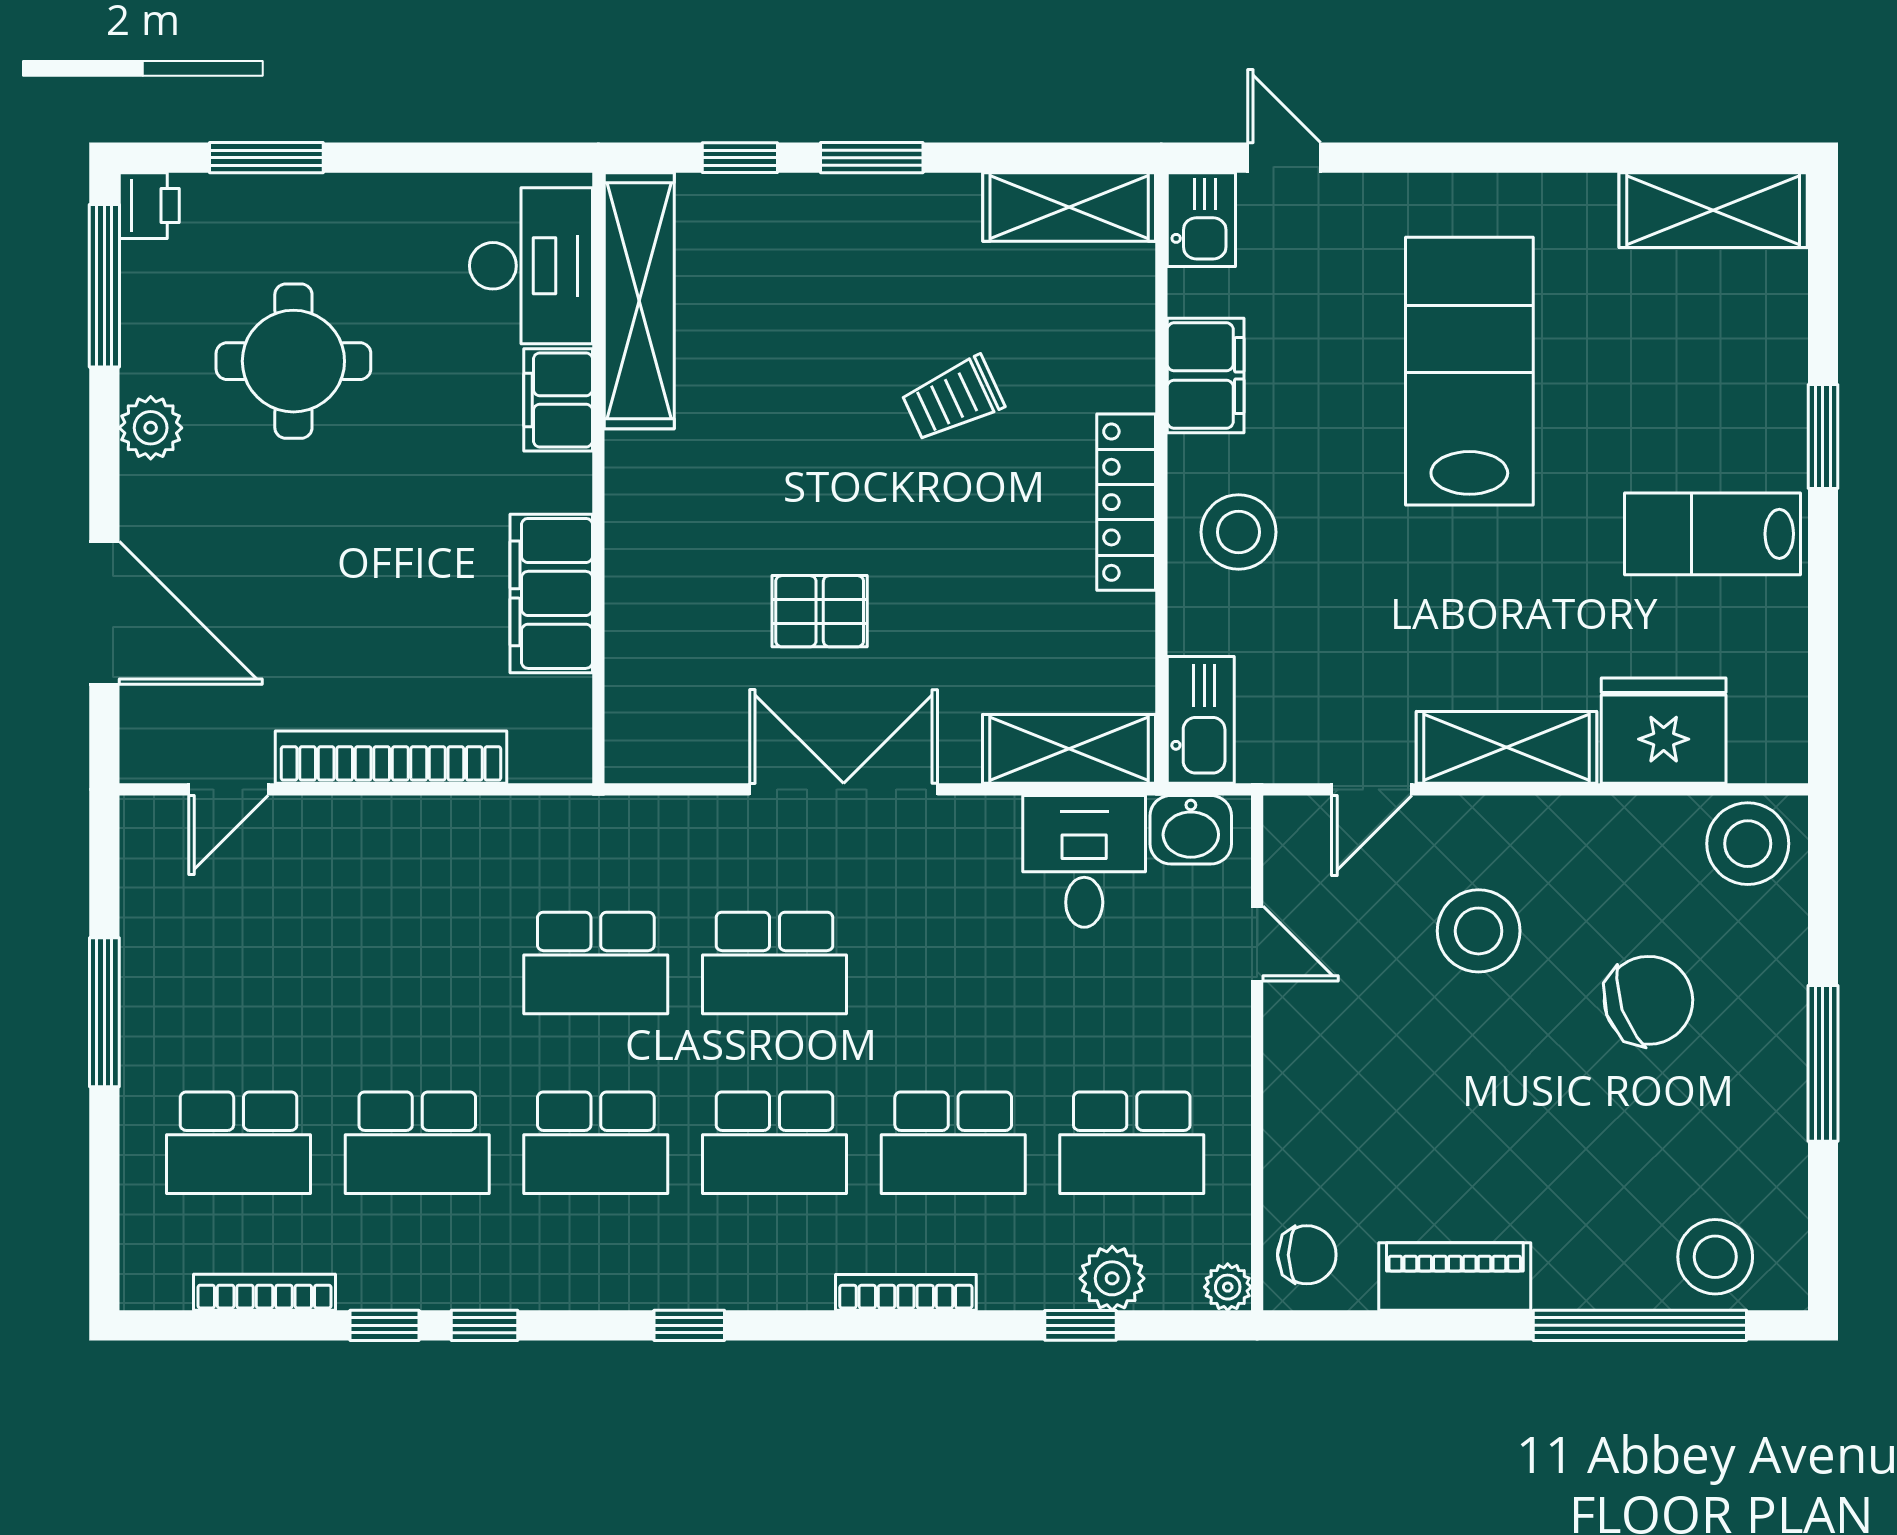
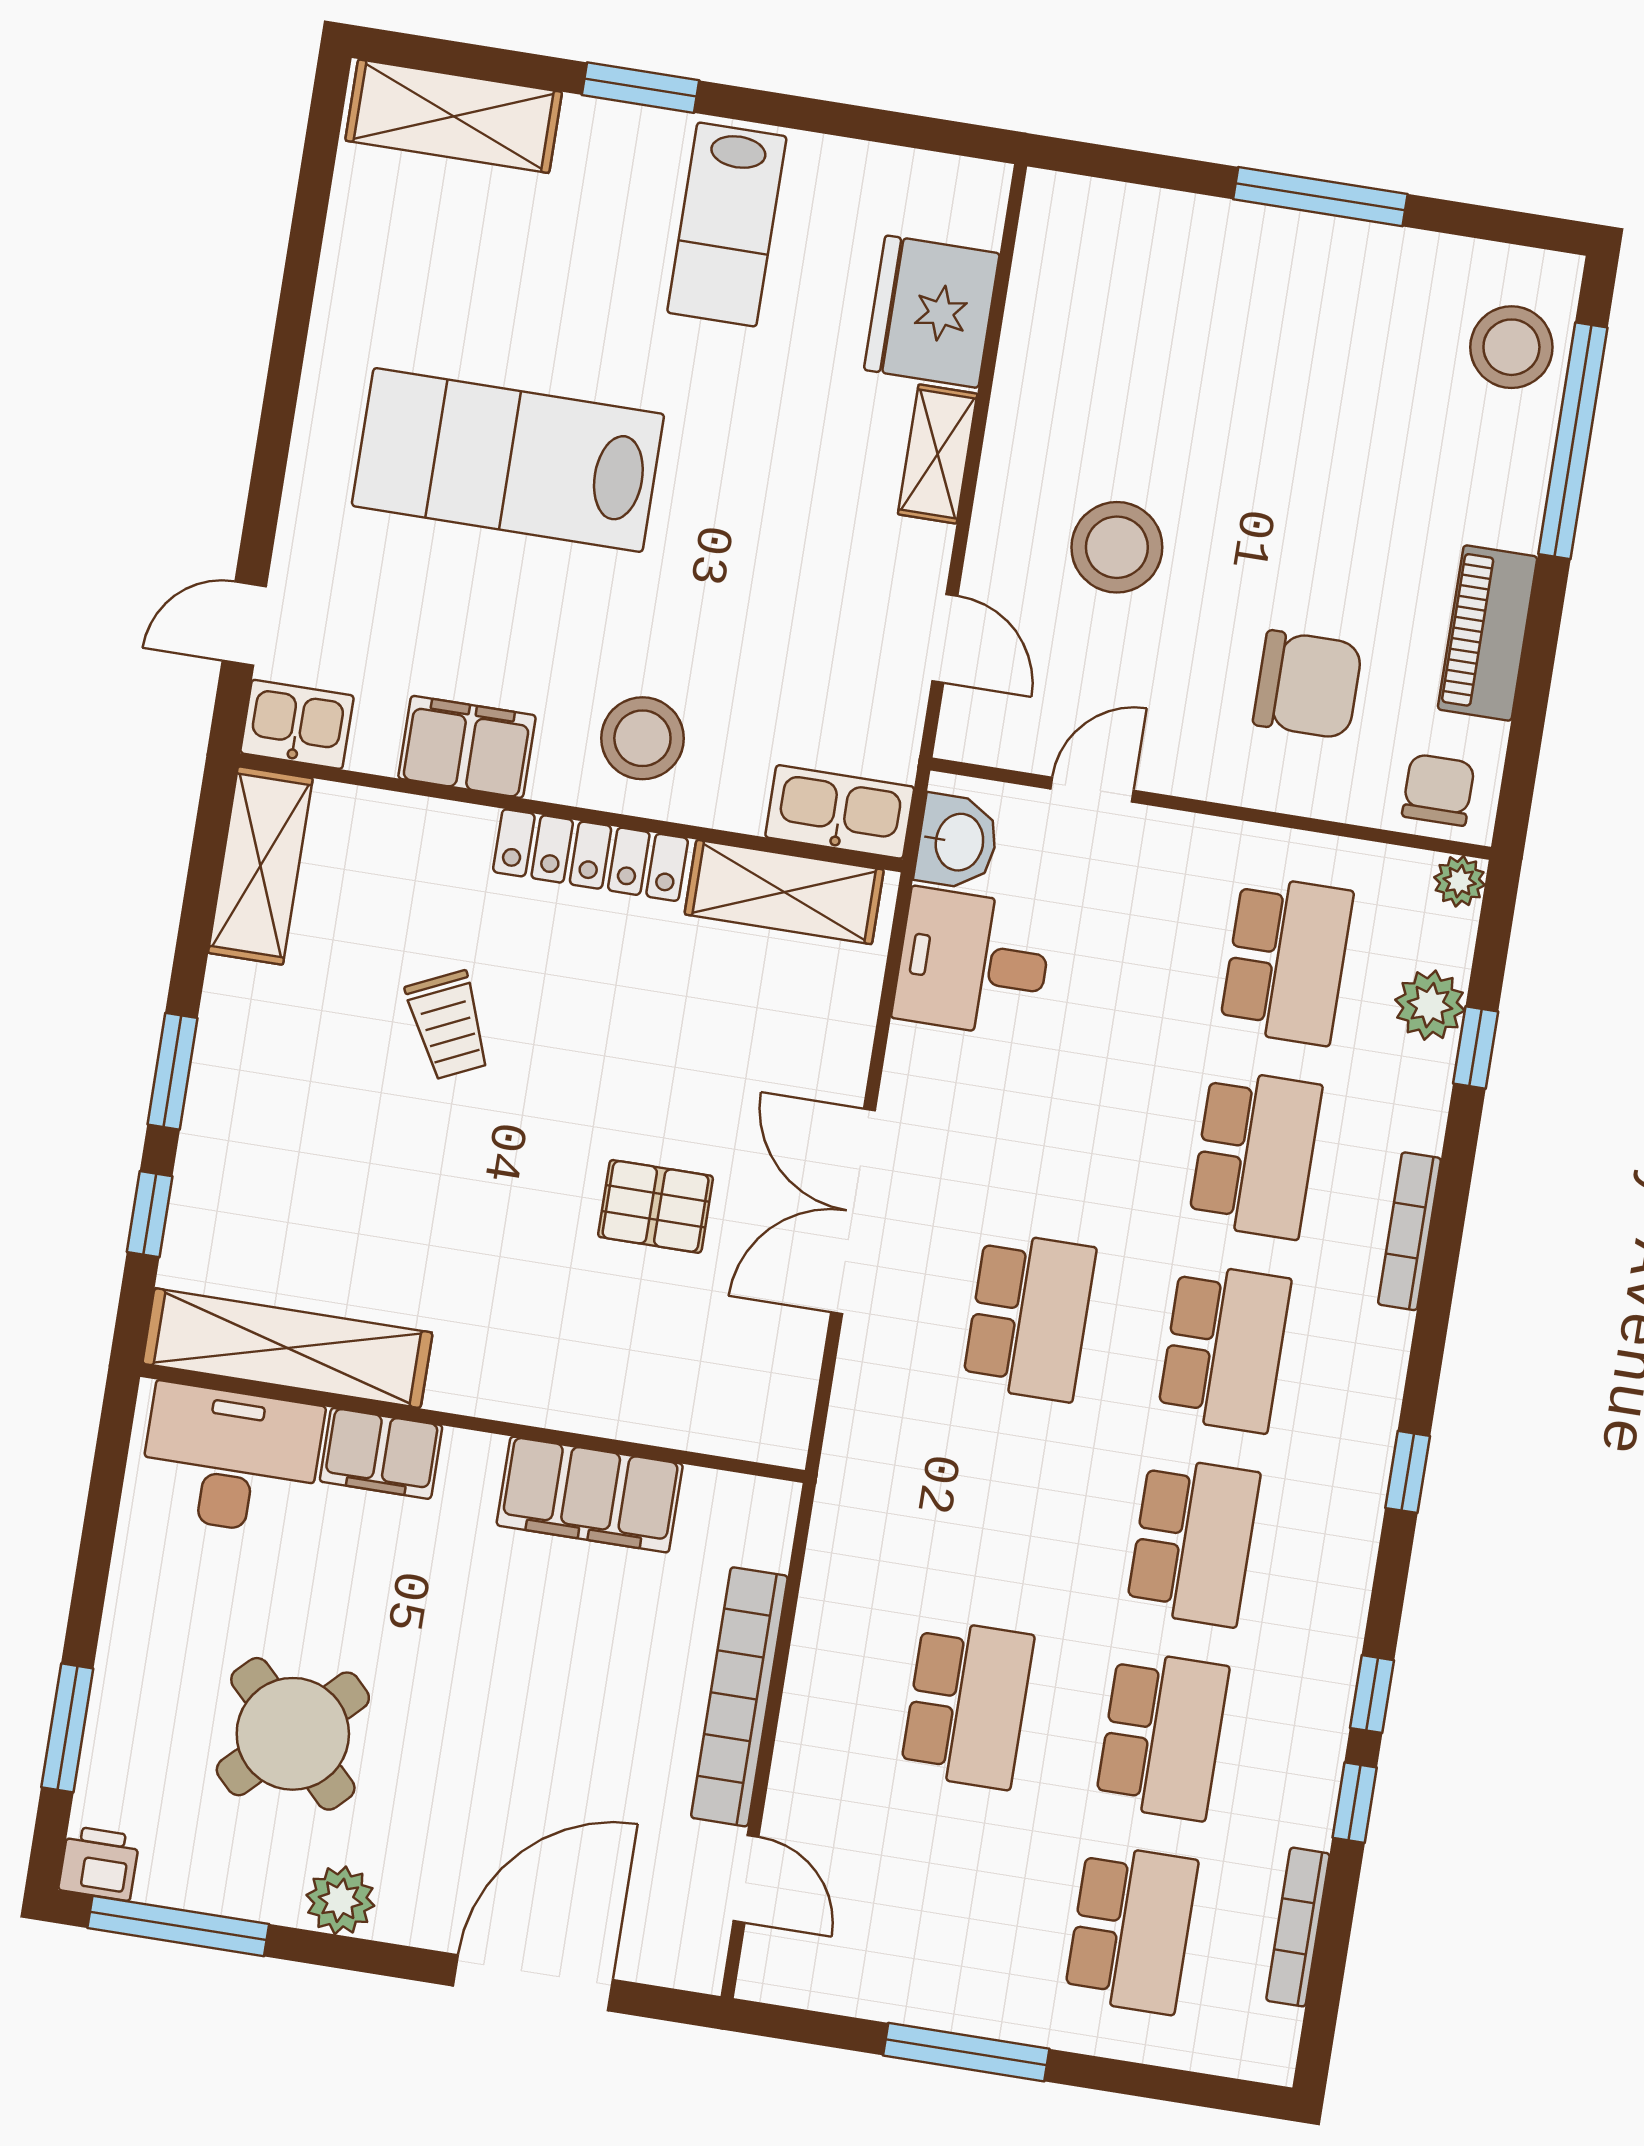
shelving: (1713, 210) -> (454, 116), moved, turned 90
round table: (293, 361) -> (293, 1734), turned 45
pallet: (820, 611) -> (656, 1206), turned 90
shelving: (1507, 747) -> (938, 454), width x0.67, depth x0.75
shelving: (1069, 749) -> (784, 892), moved, turned 90
stool: (1748, 844) -> (1069, 240), removed
school desk: (596, 963) -> (967, 1704), moved
chair: (1648, 1000) -> (1308, 685), moved, turned 109

